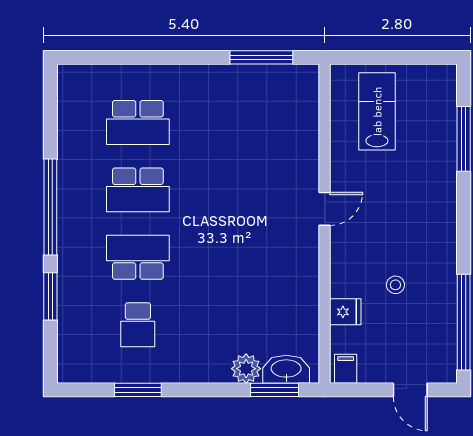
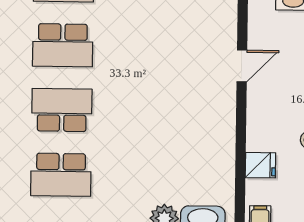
school desk: (138, 325) -> (61, 175), width x1.85

